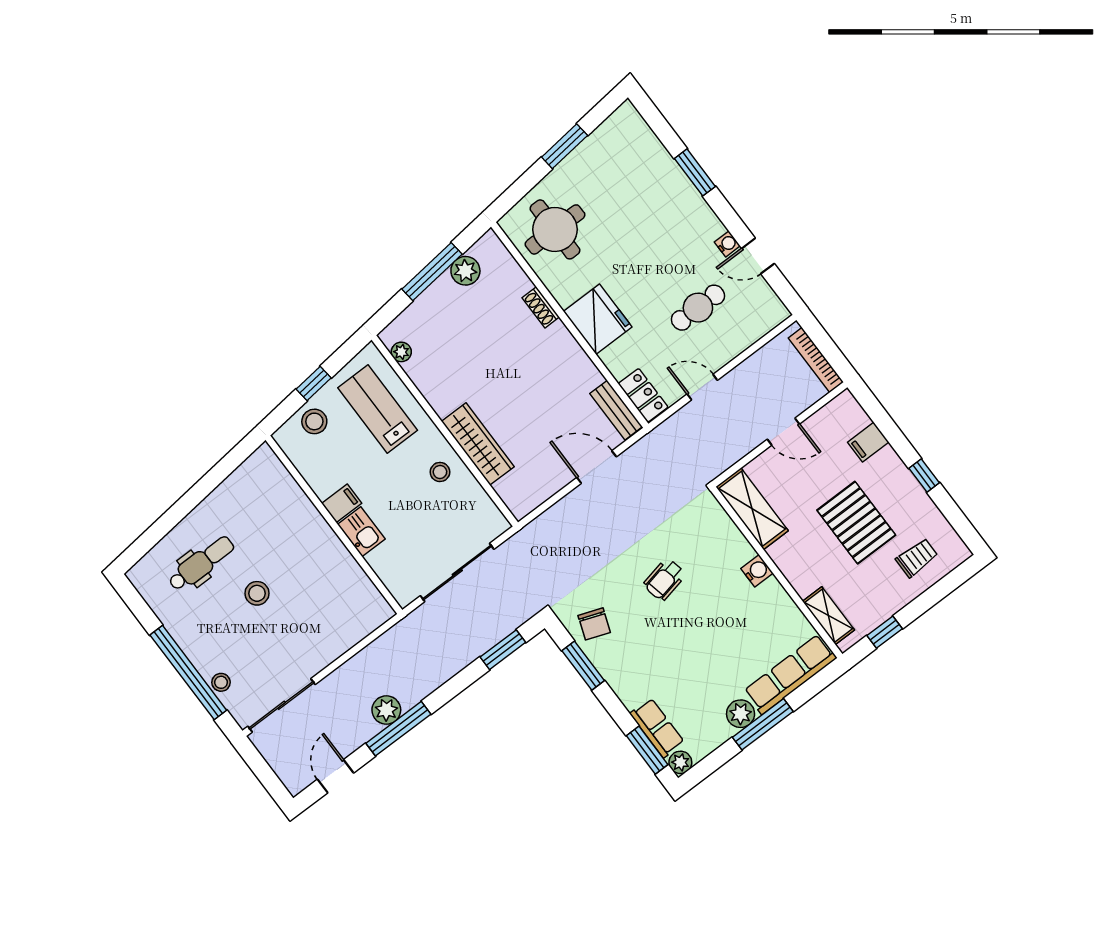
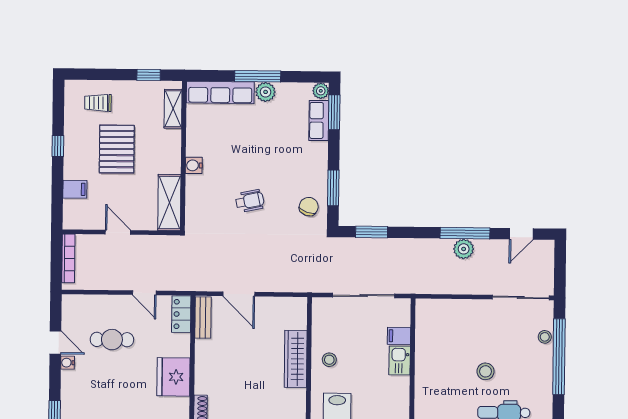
filing cabinet: (342, 503) -> (399, 336), moved

